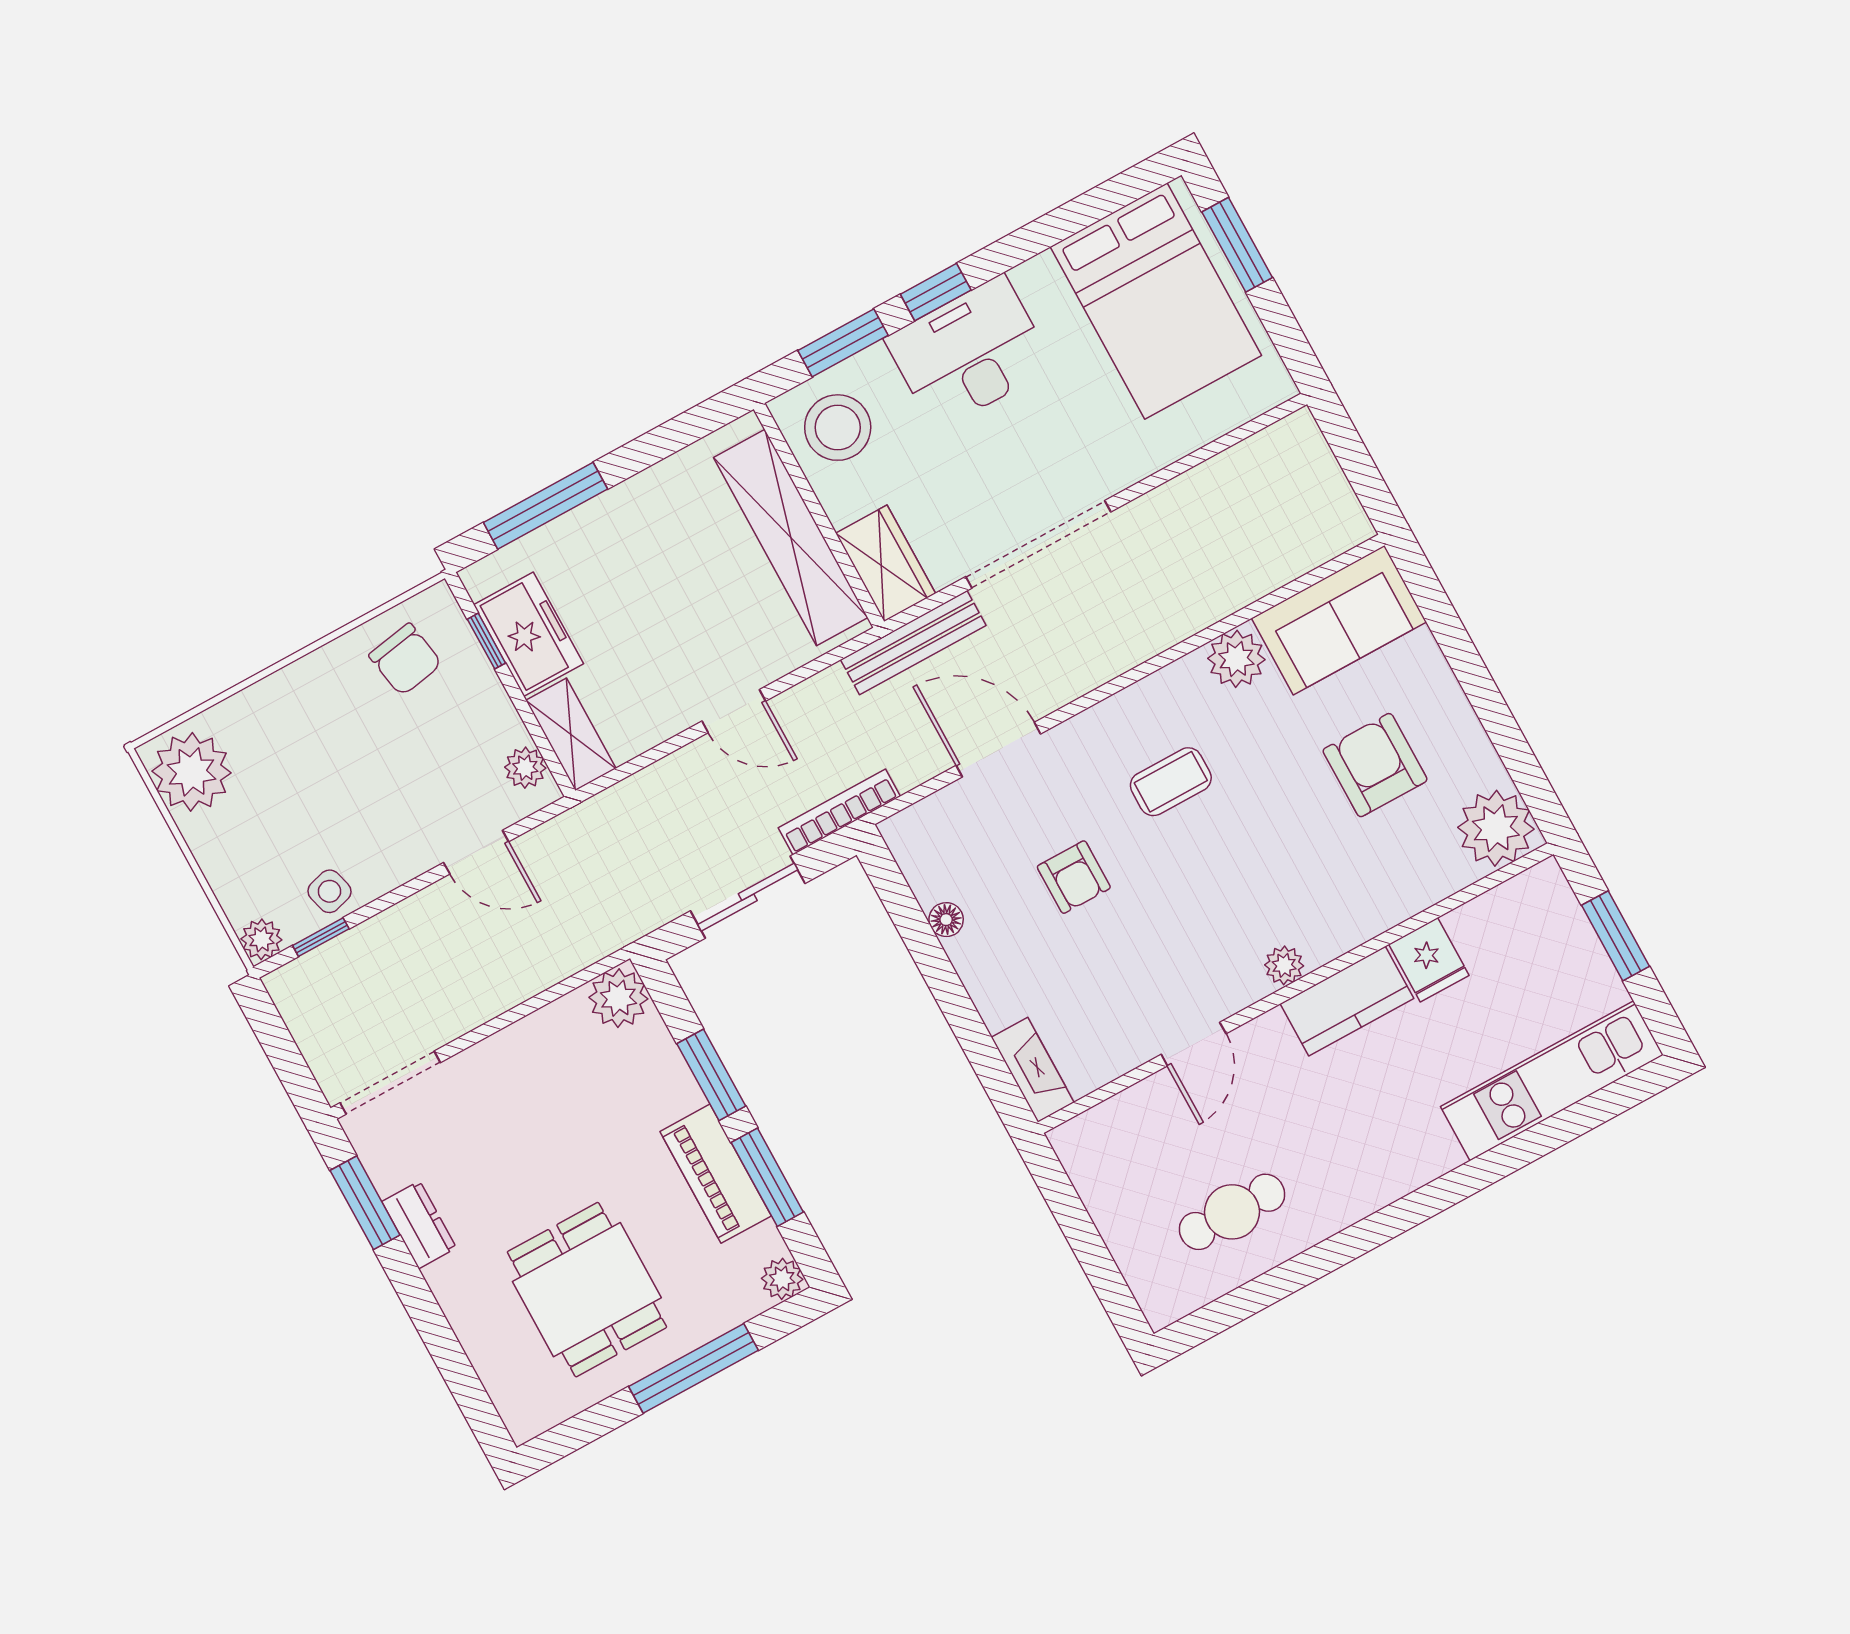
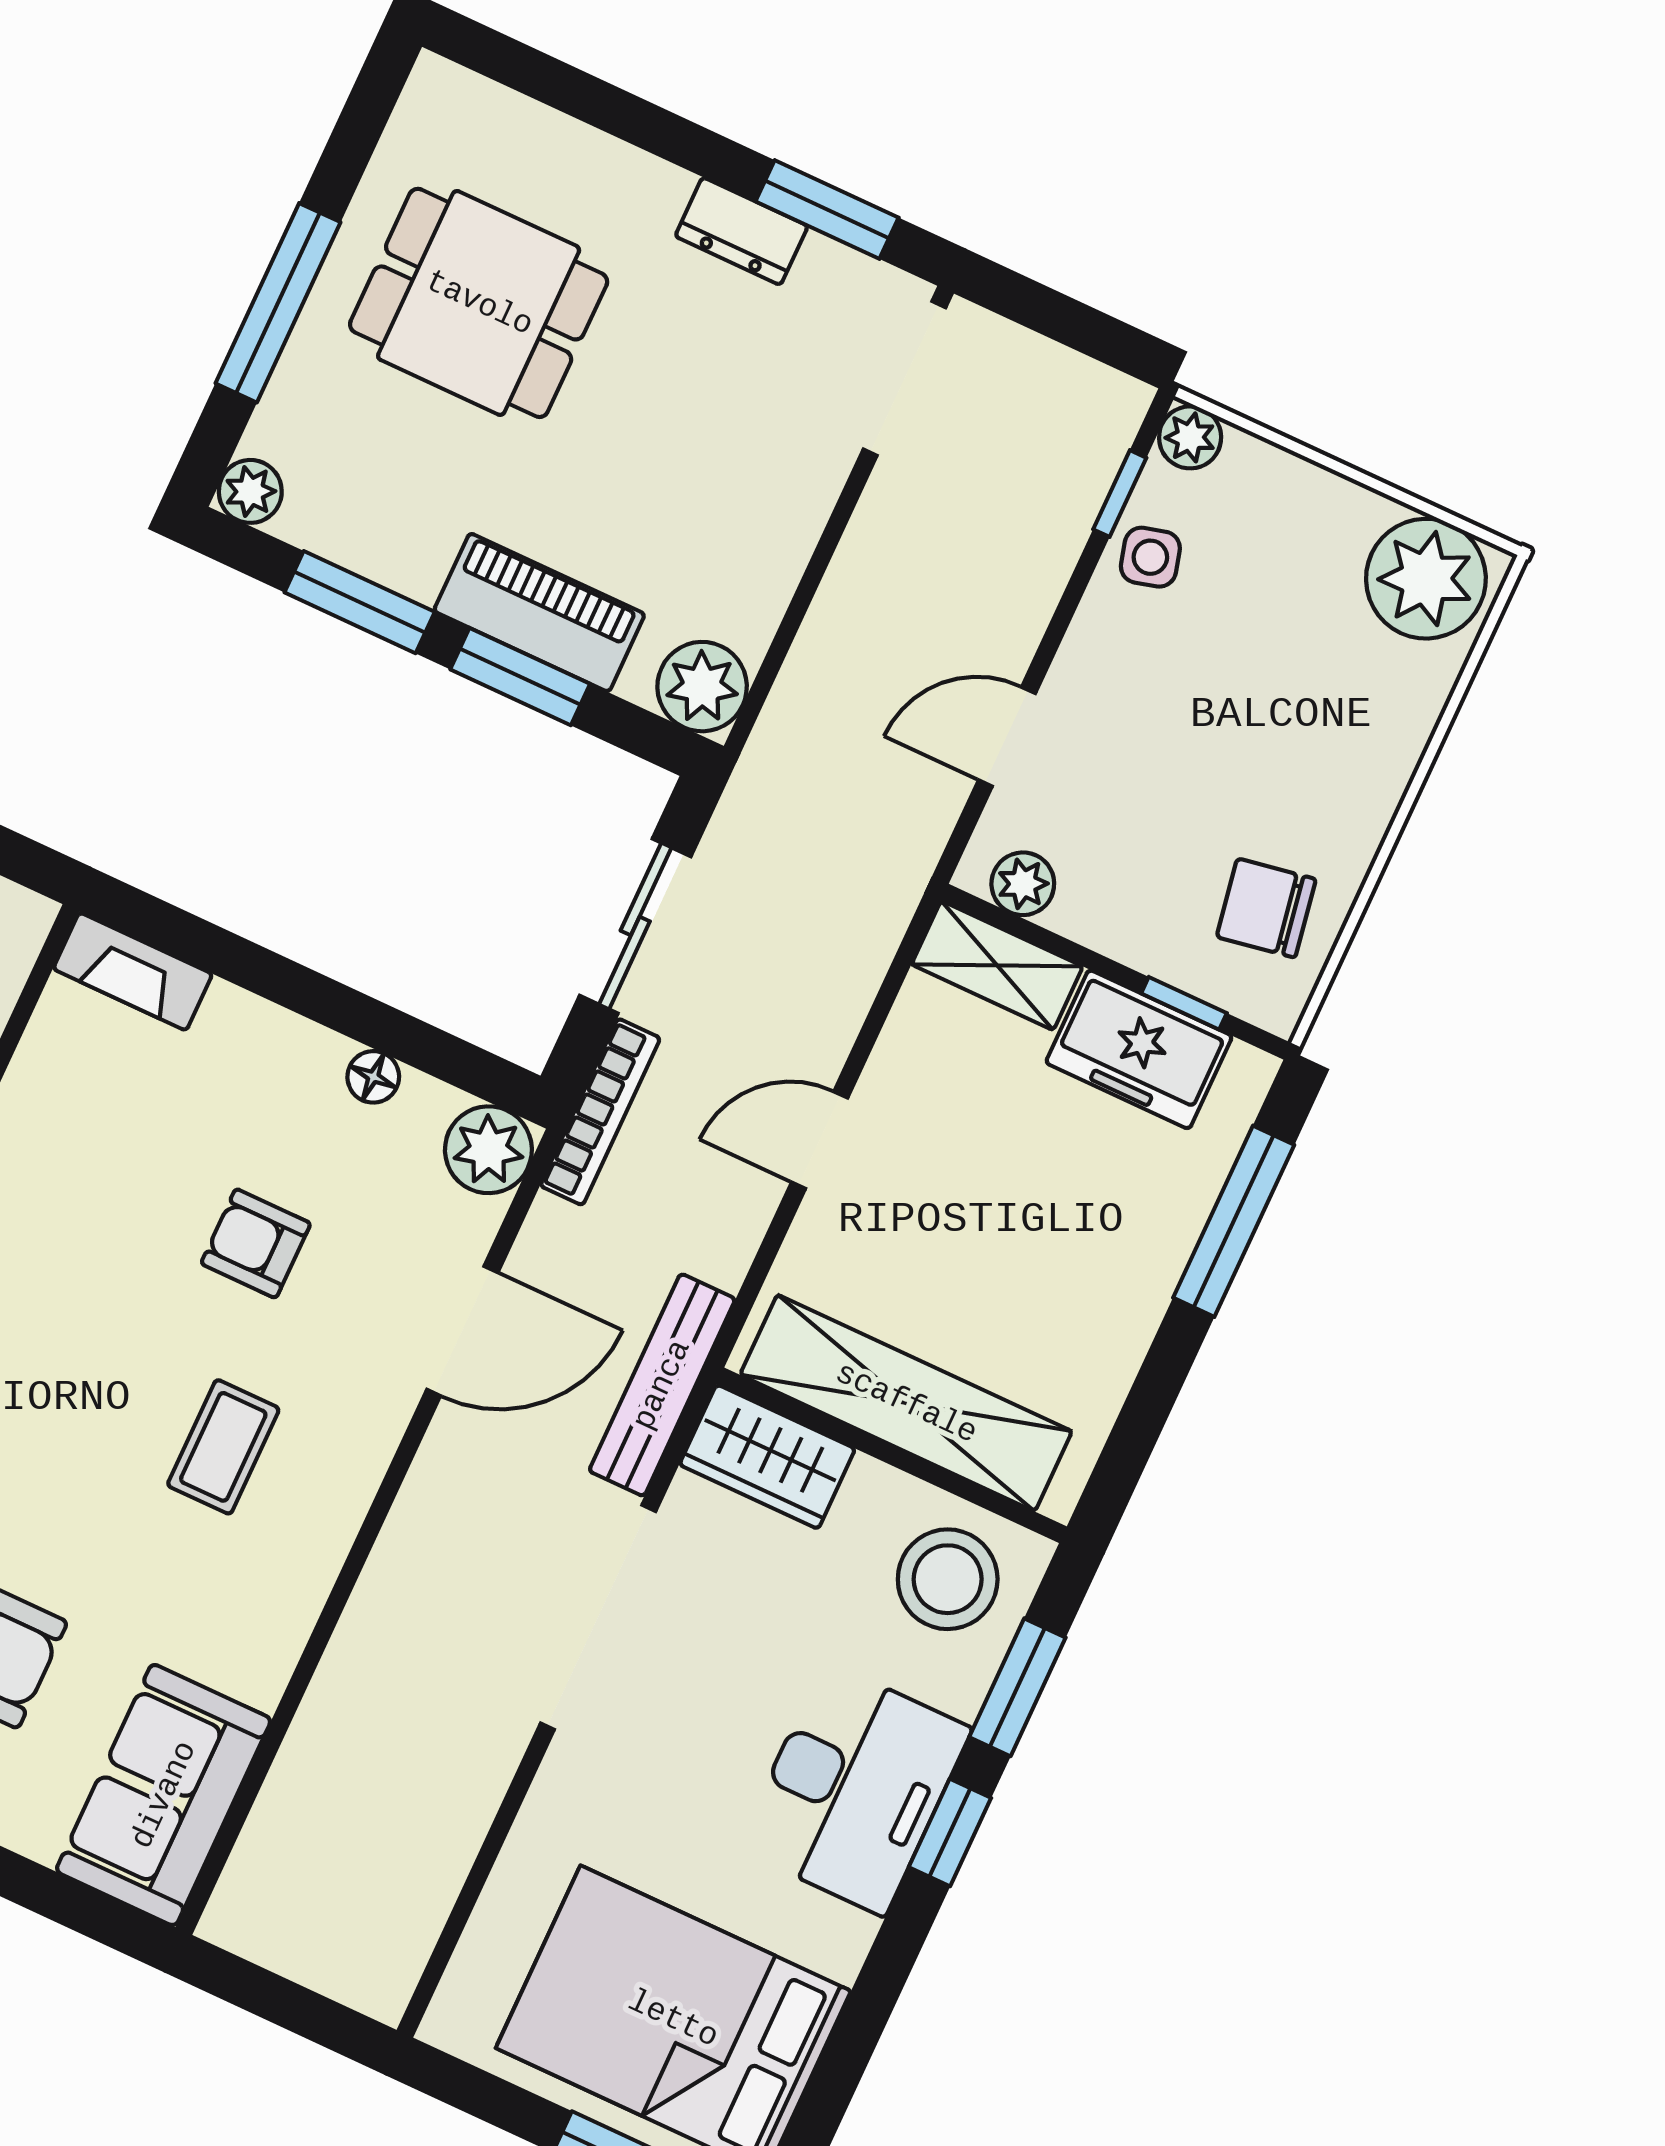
plant: (1236, 659) -> (488, 1150), moved
piano: (716, 1174) -> (539, 613), moved

